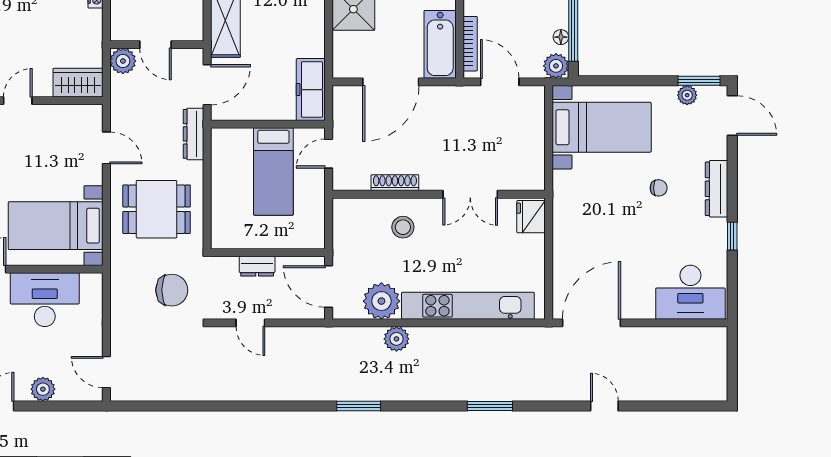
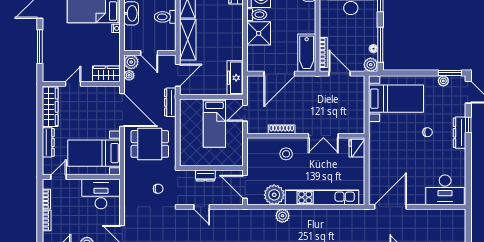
plant: (119, 85) -> (129, 75), added
door: (106, 148) -> (122, 110), width x1.87
window: (732, 236) -> (468, 125), moved
chair: (172, 290) -> (158, 189), width x0.54, depth x0.54
desk: (45, 300) -> (101, 194), moved

